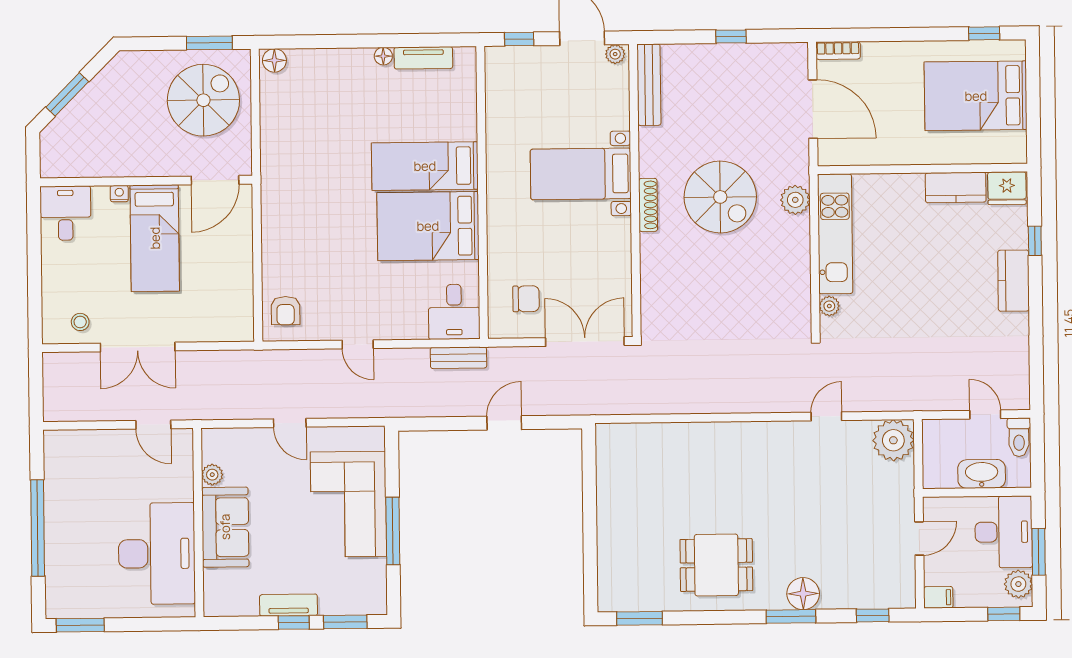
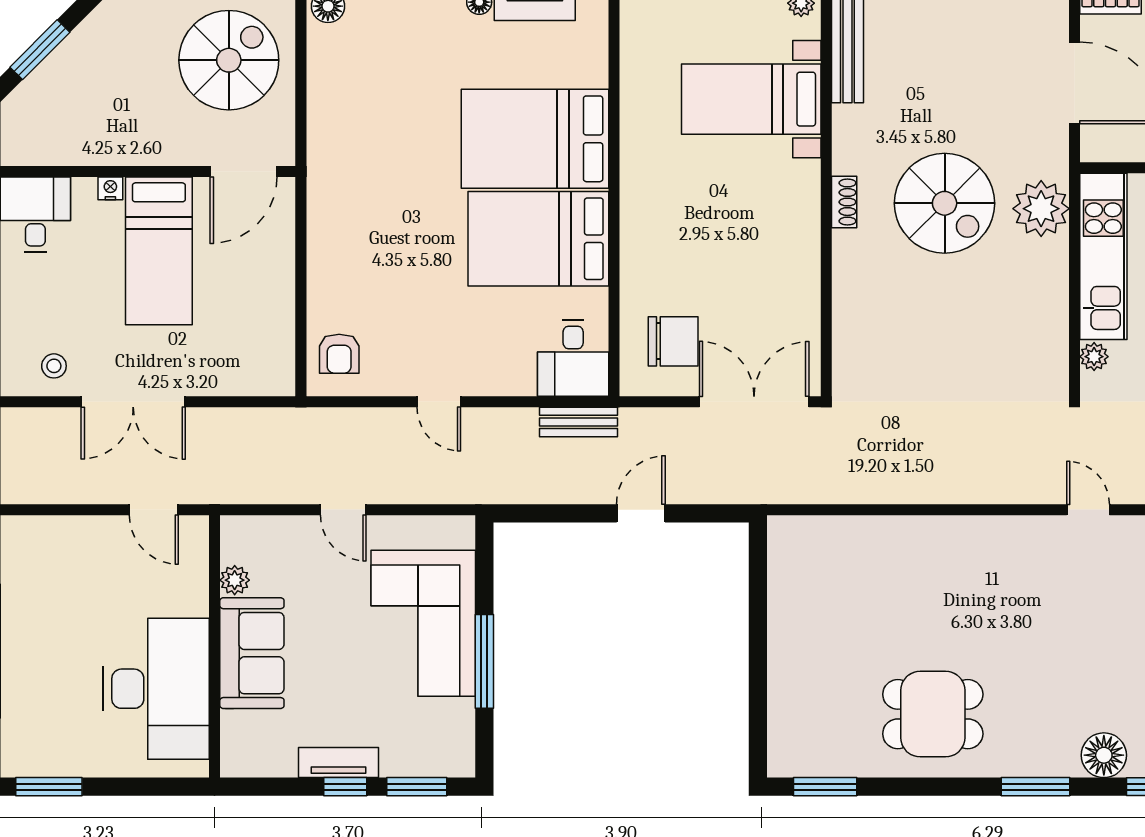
bed: (425, 166) -> (535, 139), width x1.50
bed with nightstands: (581, 174) -> (751, 99), moved
plant: (795, 200) -> (1041, 209), width x1.36, depth x1.36
shoe rack: (648, 205) -> (844, 202), width x0.70
chair: (526, 299) -> (673, 341), width x1.37, depth x1.37
door: (826, 416) -> (1088, 510), hinge flipped
floor lamp: (803, 594) -> (1104, 755), moved

